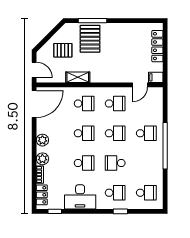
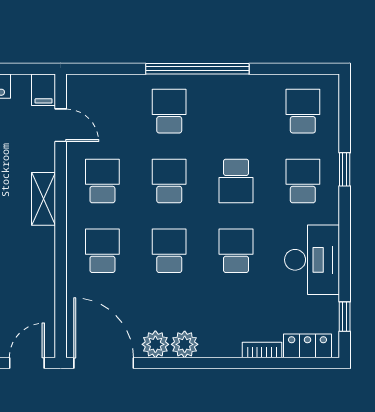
shelving: (78, 77) -> (44, 199), moved
plant: (42, 159) -> (155, 344), moved

